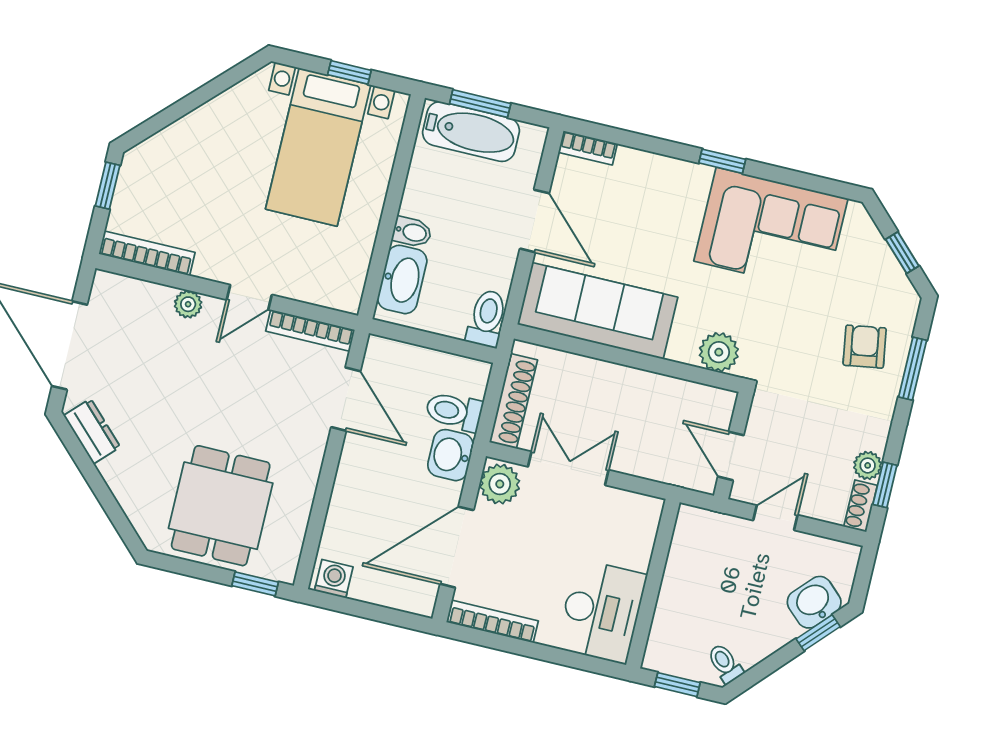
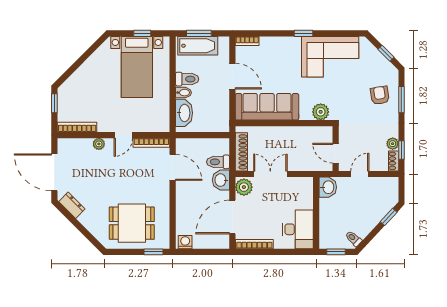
toilet: (487, 318) -> (187, 79), moved, turned 90
dining table: (221, 506) -> (132, 223), turned 90
washbasin: (814, 602) -> (328, 187), moved, turned 137

